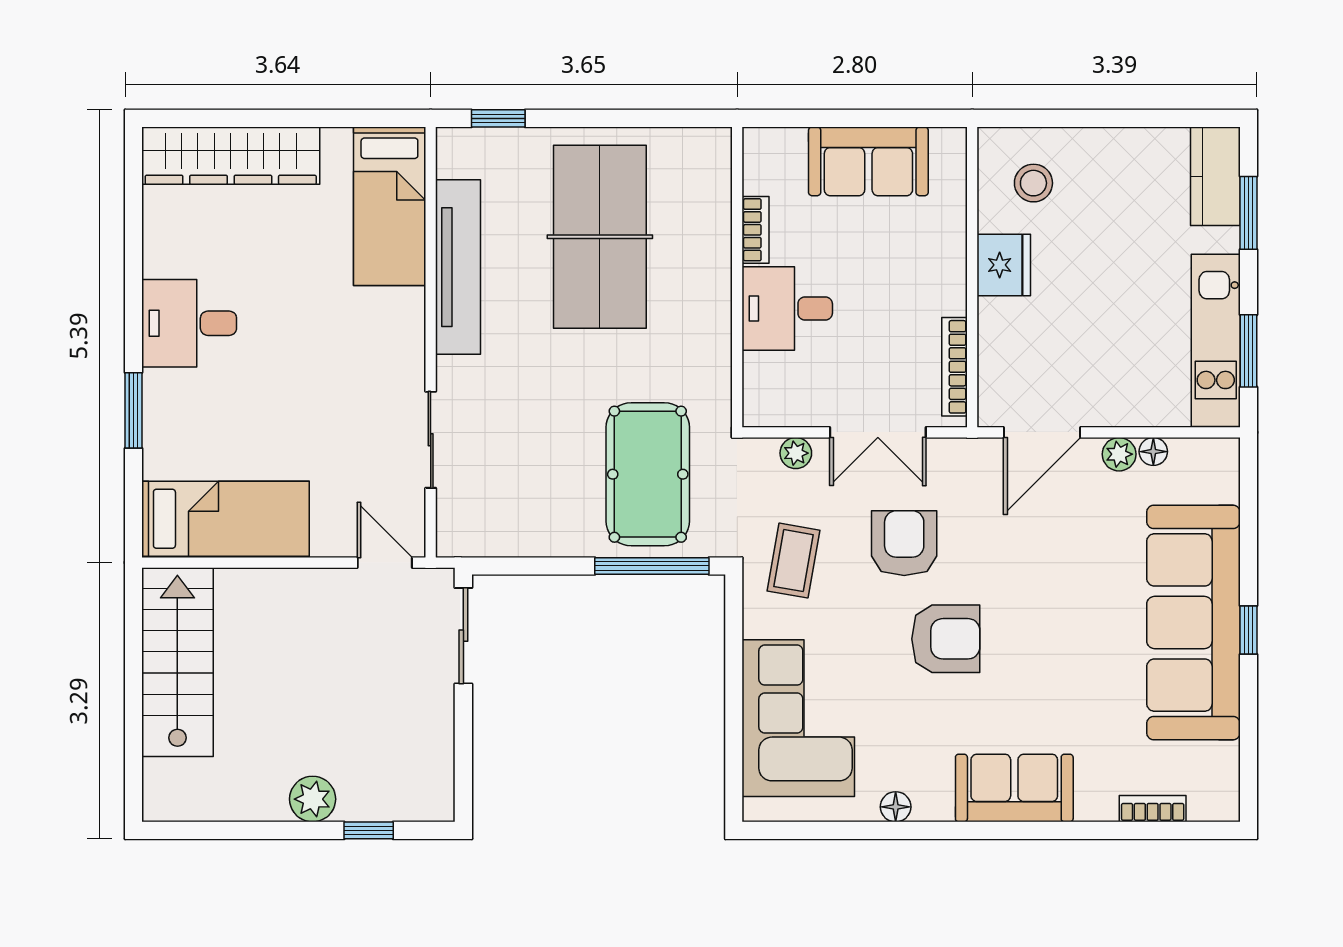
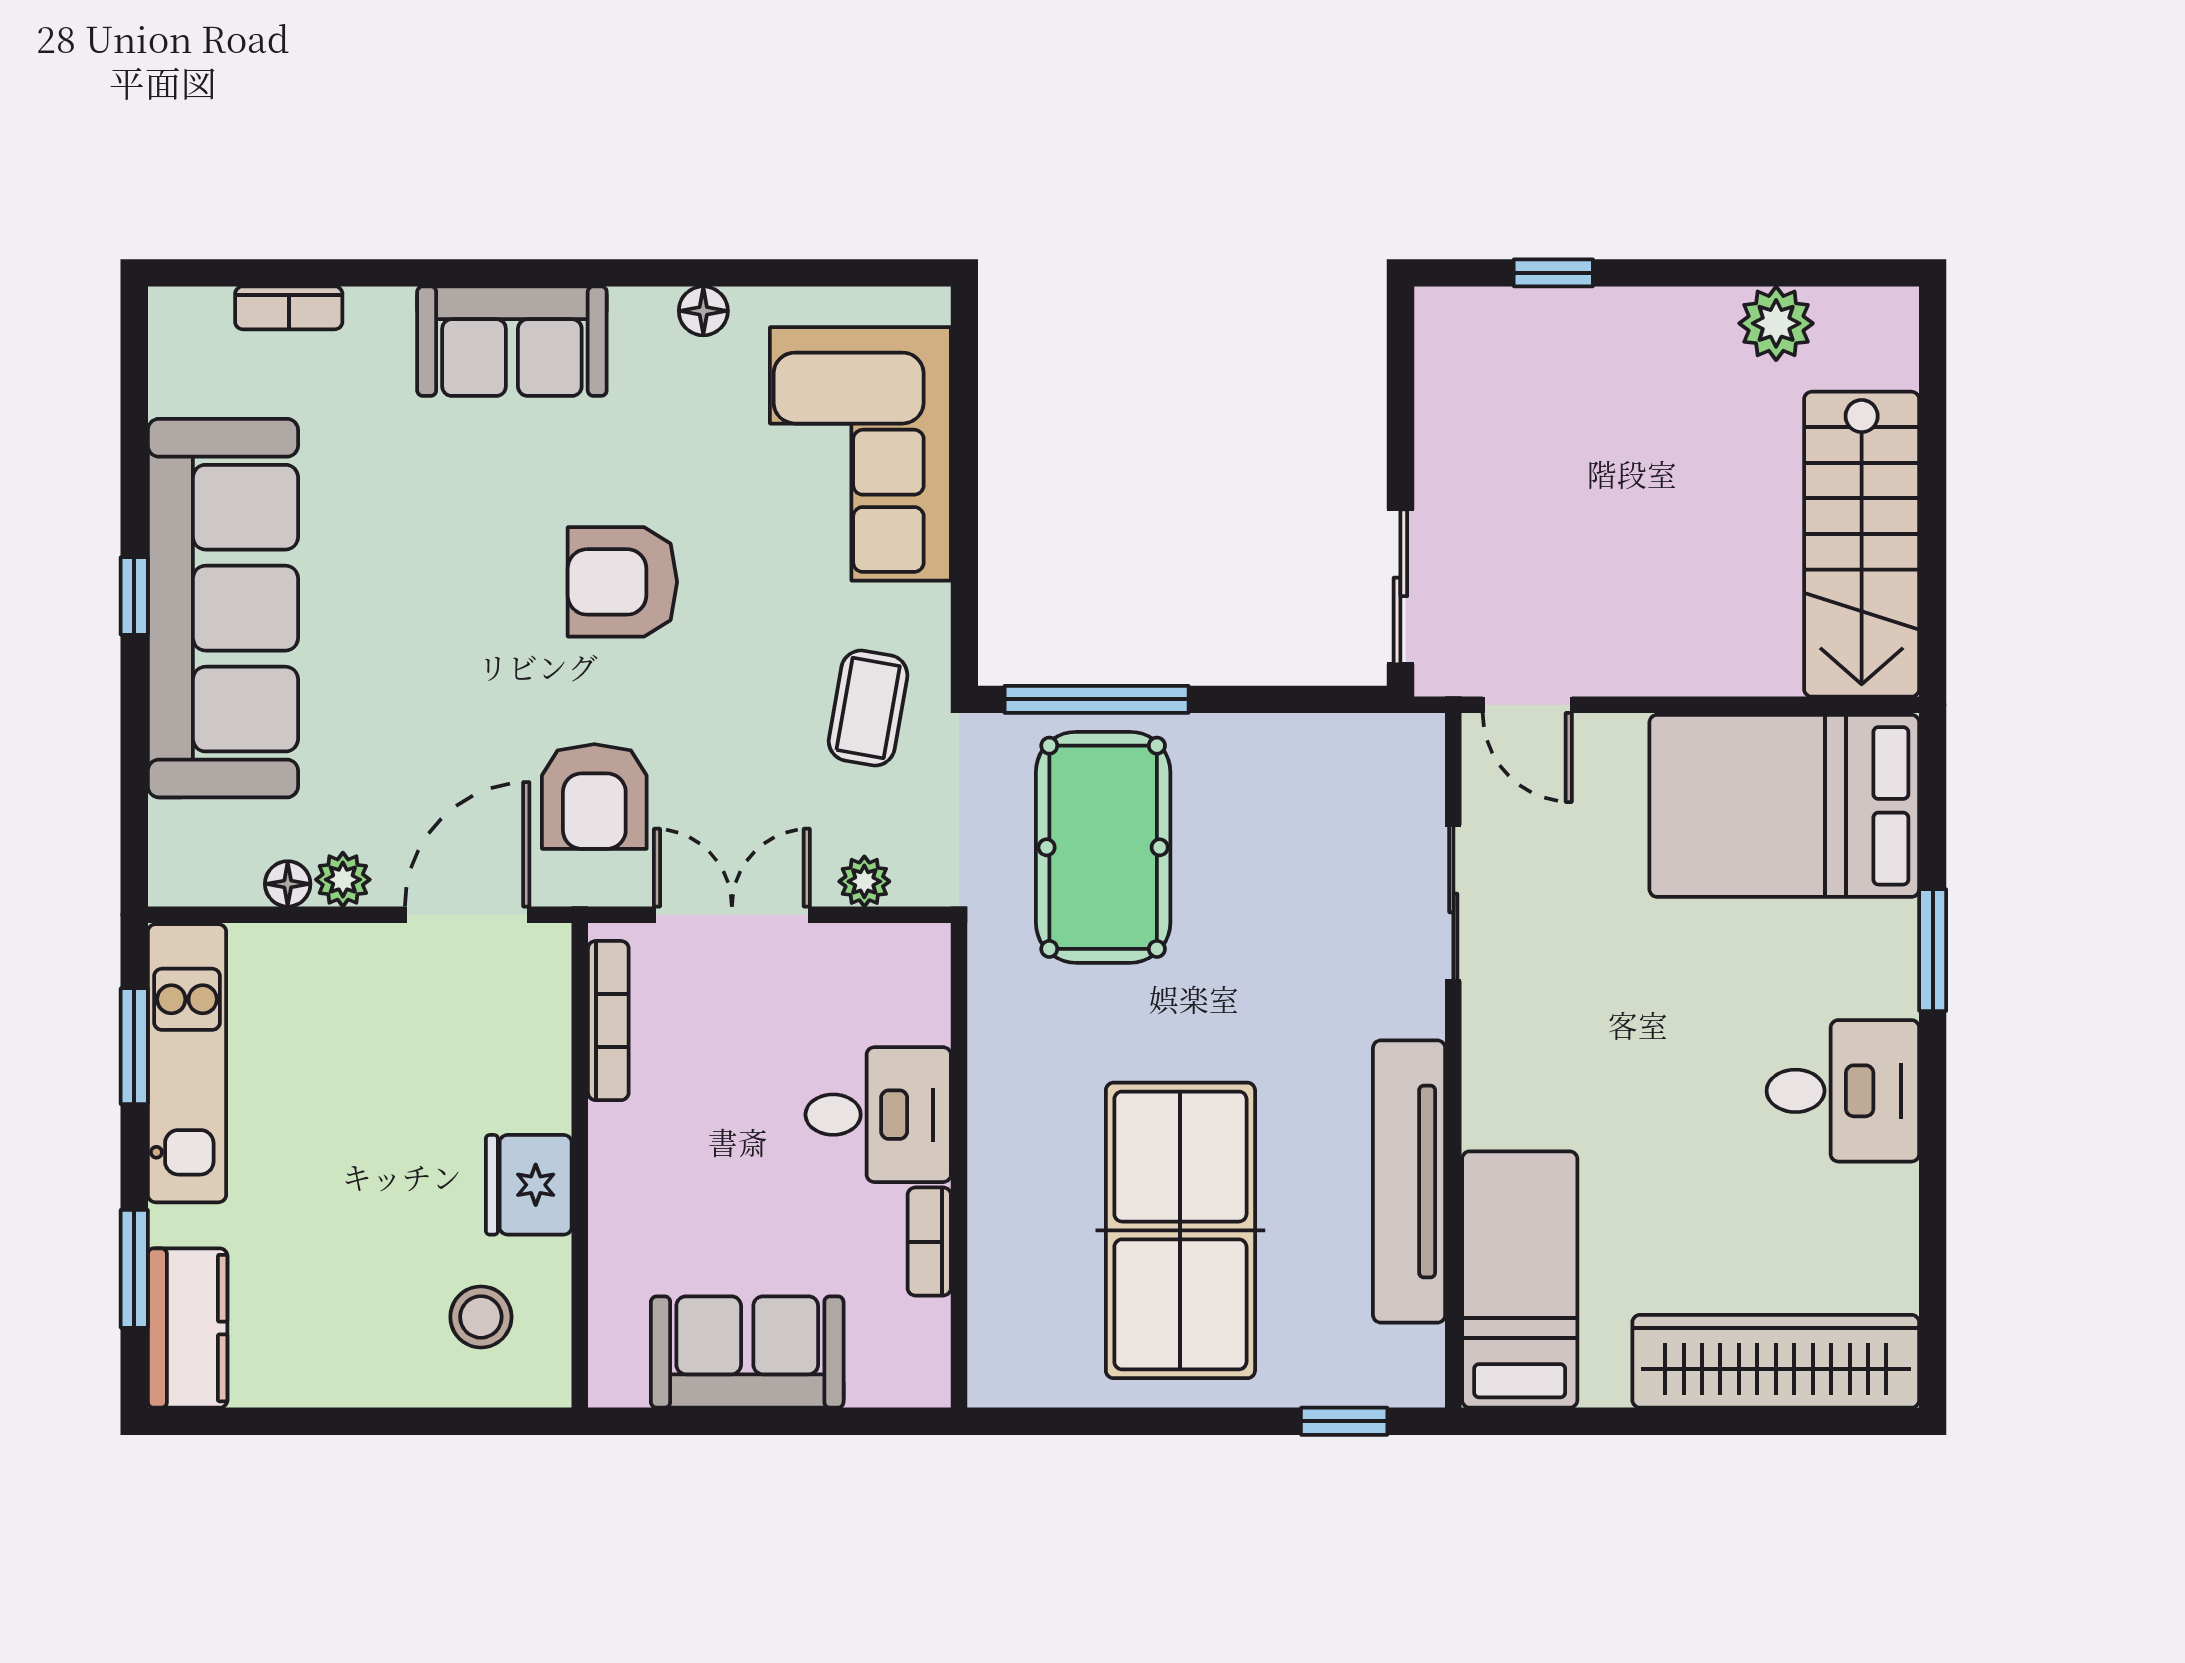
bed: (225, 519) -> (1784, 806), width x1.50
armchair: (904, 543) -> (594, 796), moved
plant: (313, 799) -> (1776, 323), moved

